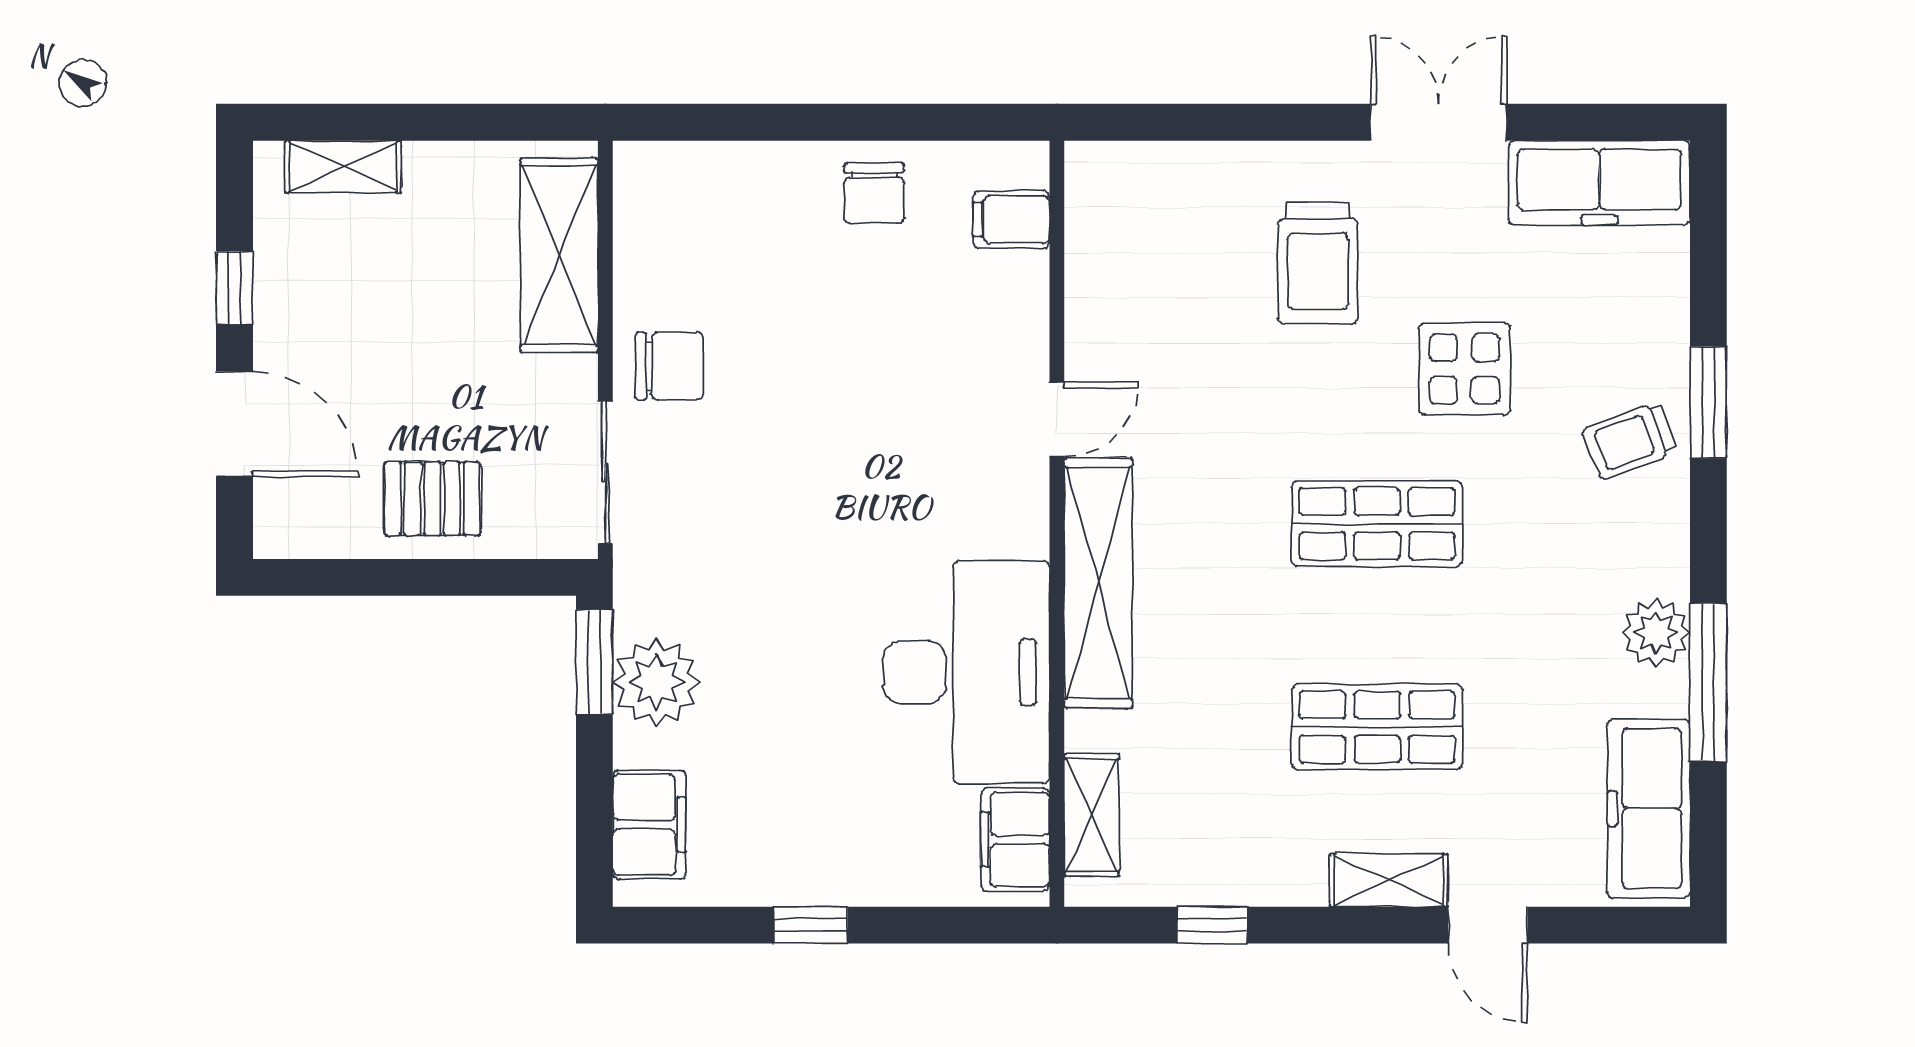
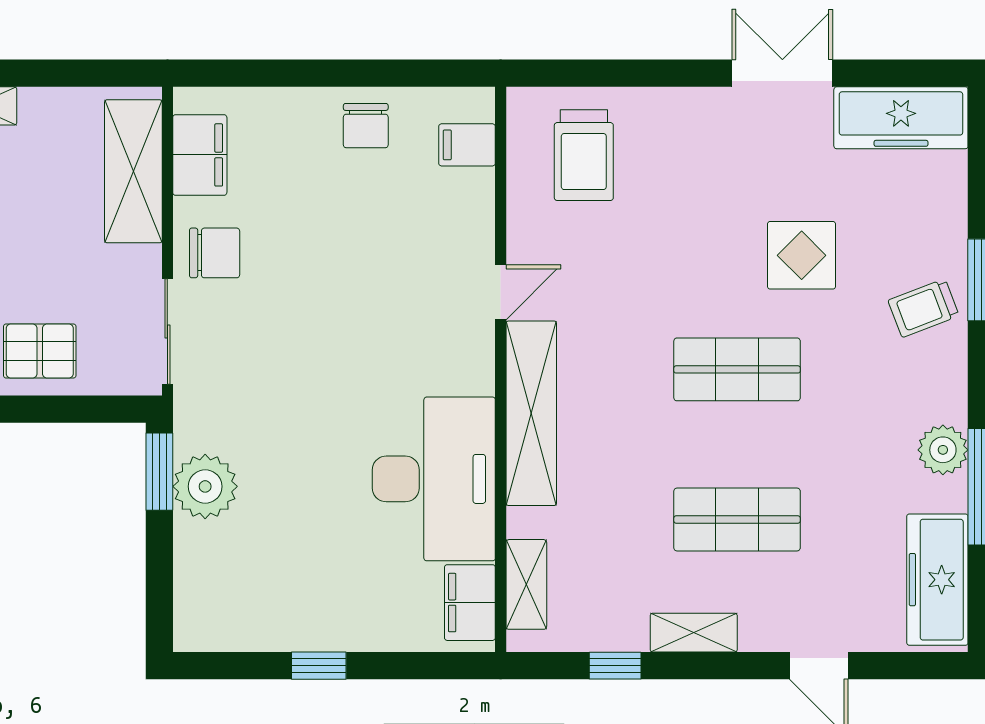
trolley: (1318, 263) -> (584, 155), moved
filing cabinet: (649, 825) -> (200, 155), moved
shelving: (1389, 880) -> (694, 633), moved

